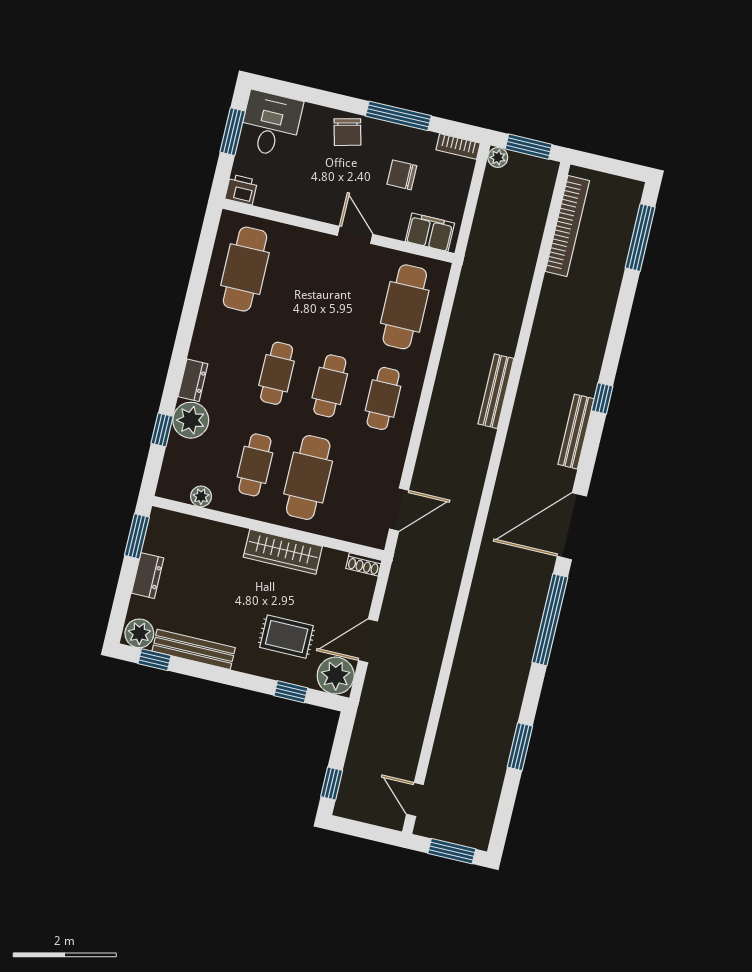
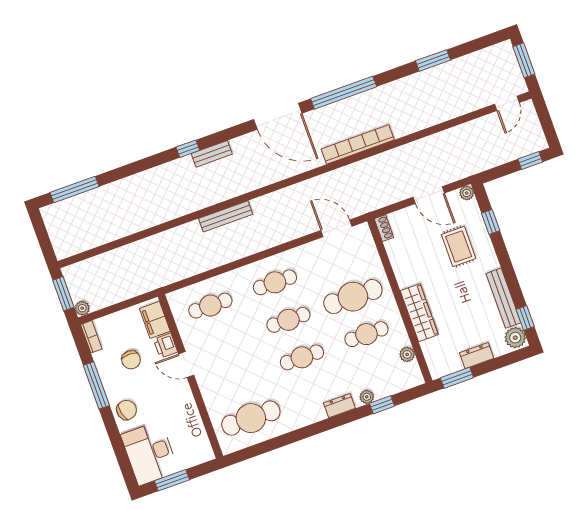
desk: (271, 124) -> (150, 453), width x1.37
printer: (241, 190) -> (166, 346), moved
bookcase: (567, 226) -> (358, 144), moved
door: (355, 235) -> (186, 365), hinge flipped
cafe table: (405, 307) -> (210, 306), width x0.73, depth x0.74
plant: (191, 420) -> (367, 397), width x0.53, depth x0.53
bench: (576, 432) -> (212, 154), width x0.73
wardrobe: (283, 552) -> (419, 313), moved
plant: (336, 676) -> (467, 193), width x0.53, depth x0.53

